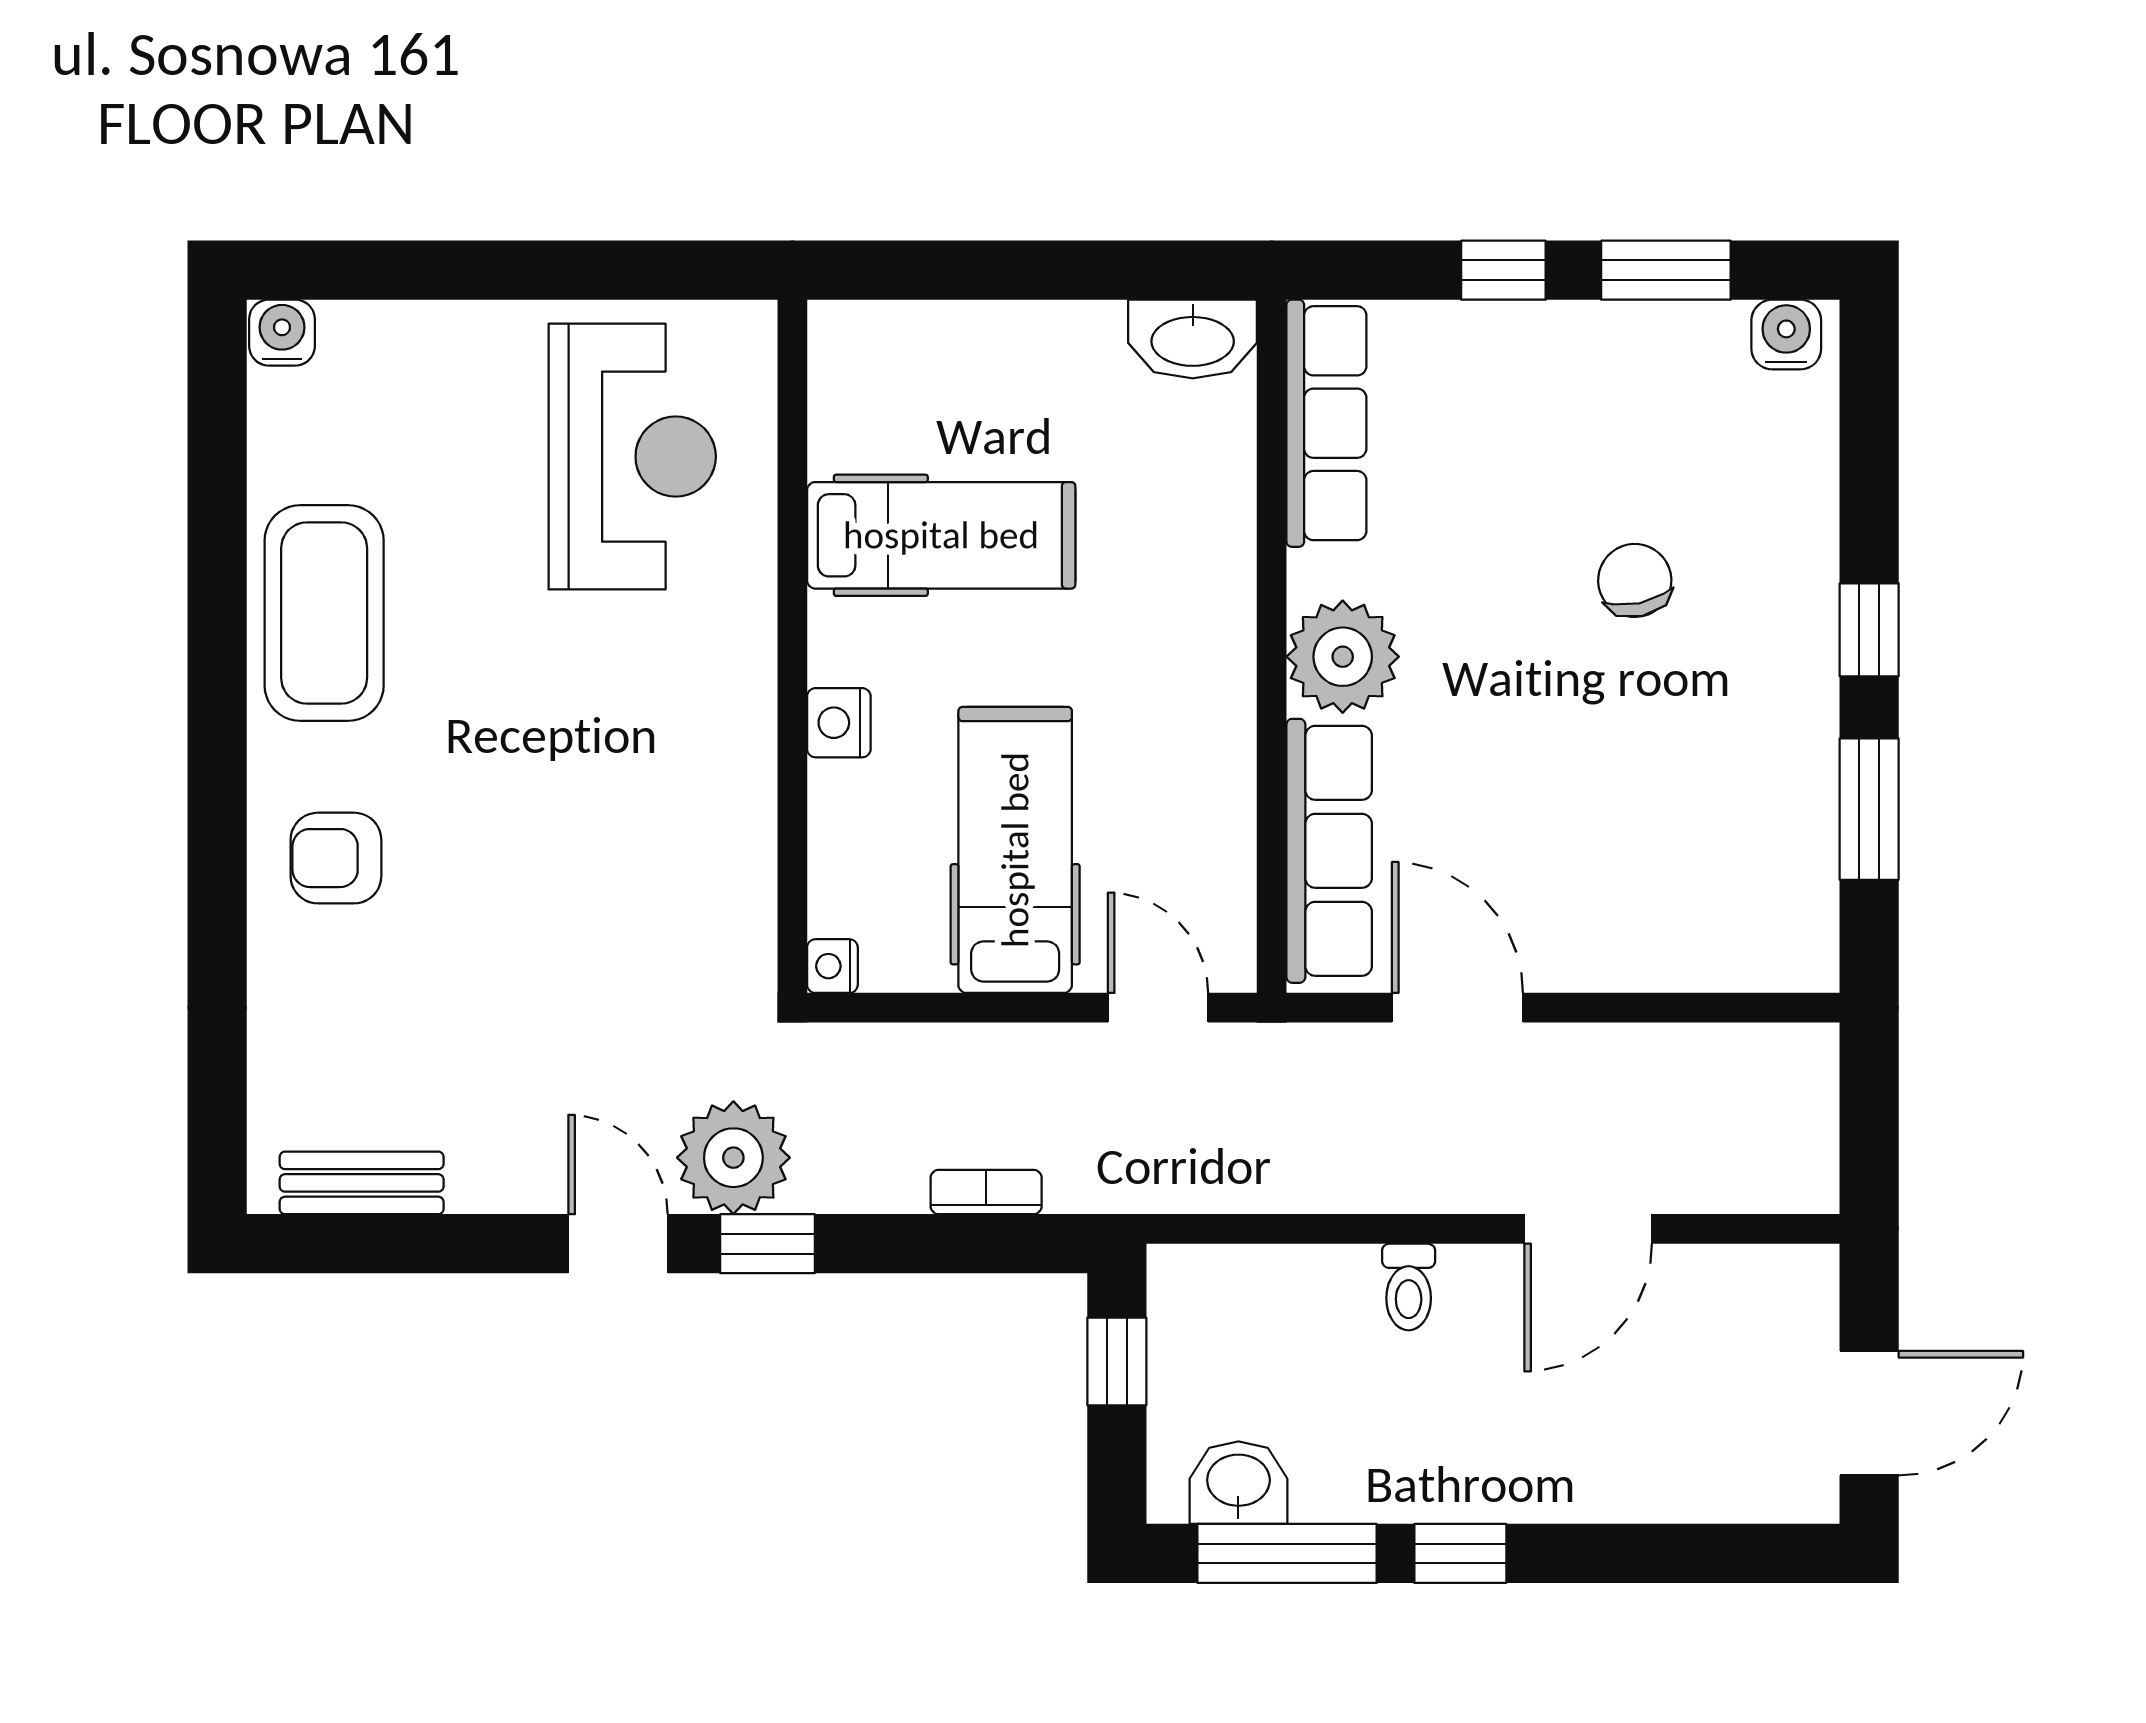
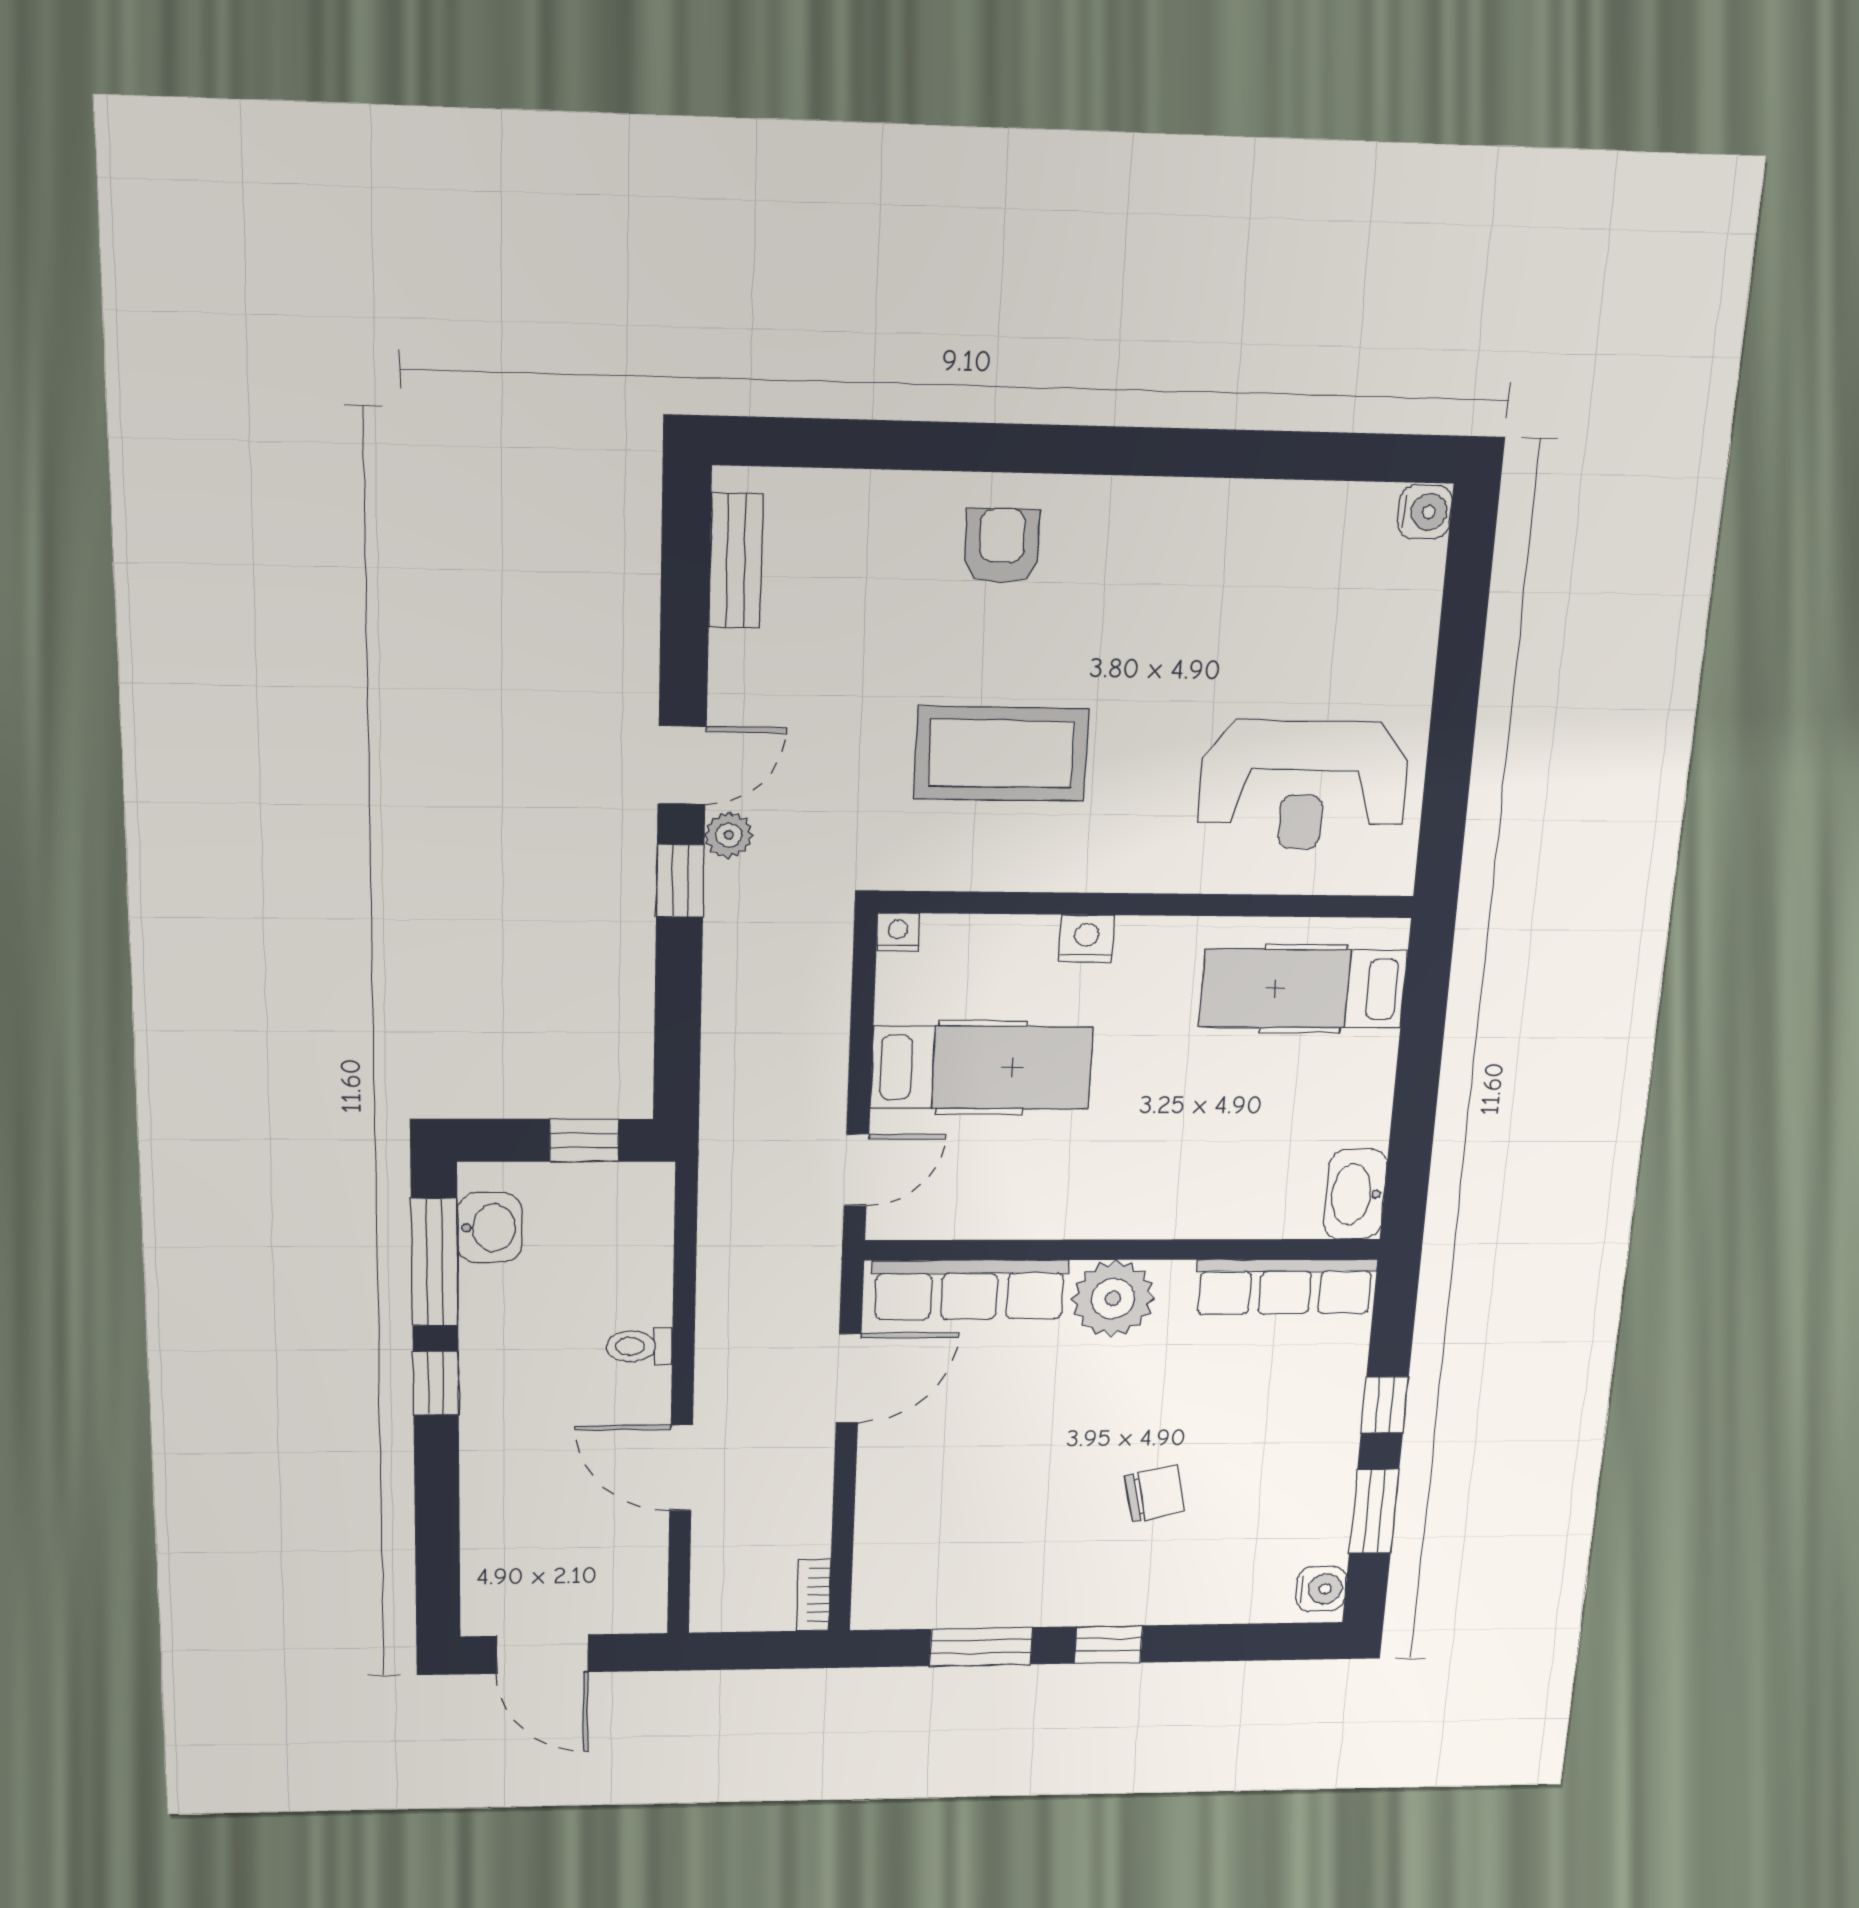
hospital bed: (941, 535) -> (1303, 989), moved, turned 90
coffee table: (324, 613) -> (1001, 754), moved
plant: (733, 1158) -> (729, 835), width x0.53, depth x0.53
bookcase: (986, 1192) -> (814, 1595), moved, turned 180

